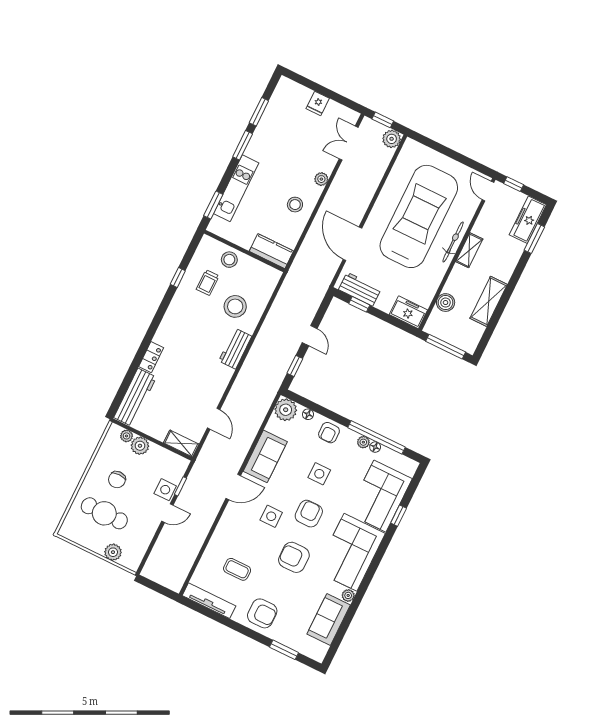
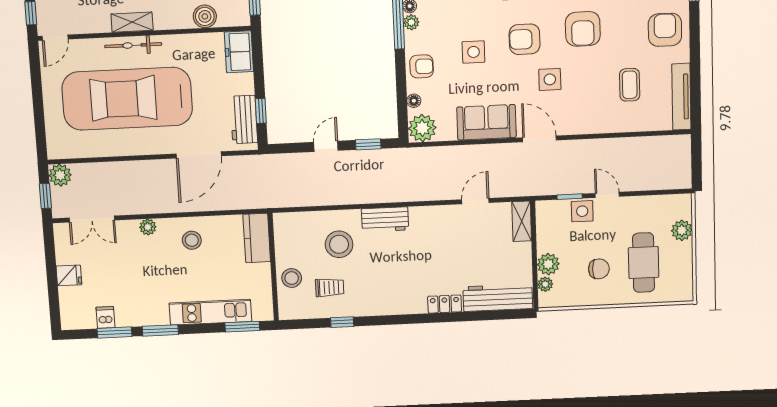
dishwasher: (273, 112) -> (106, 317), added

